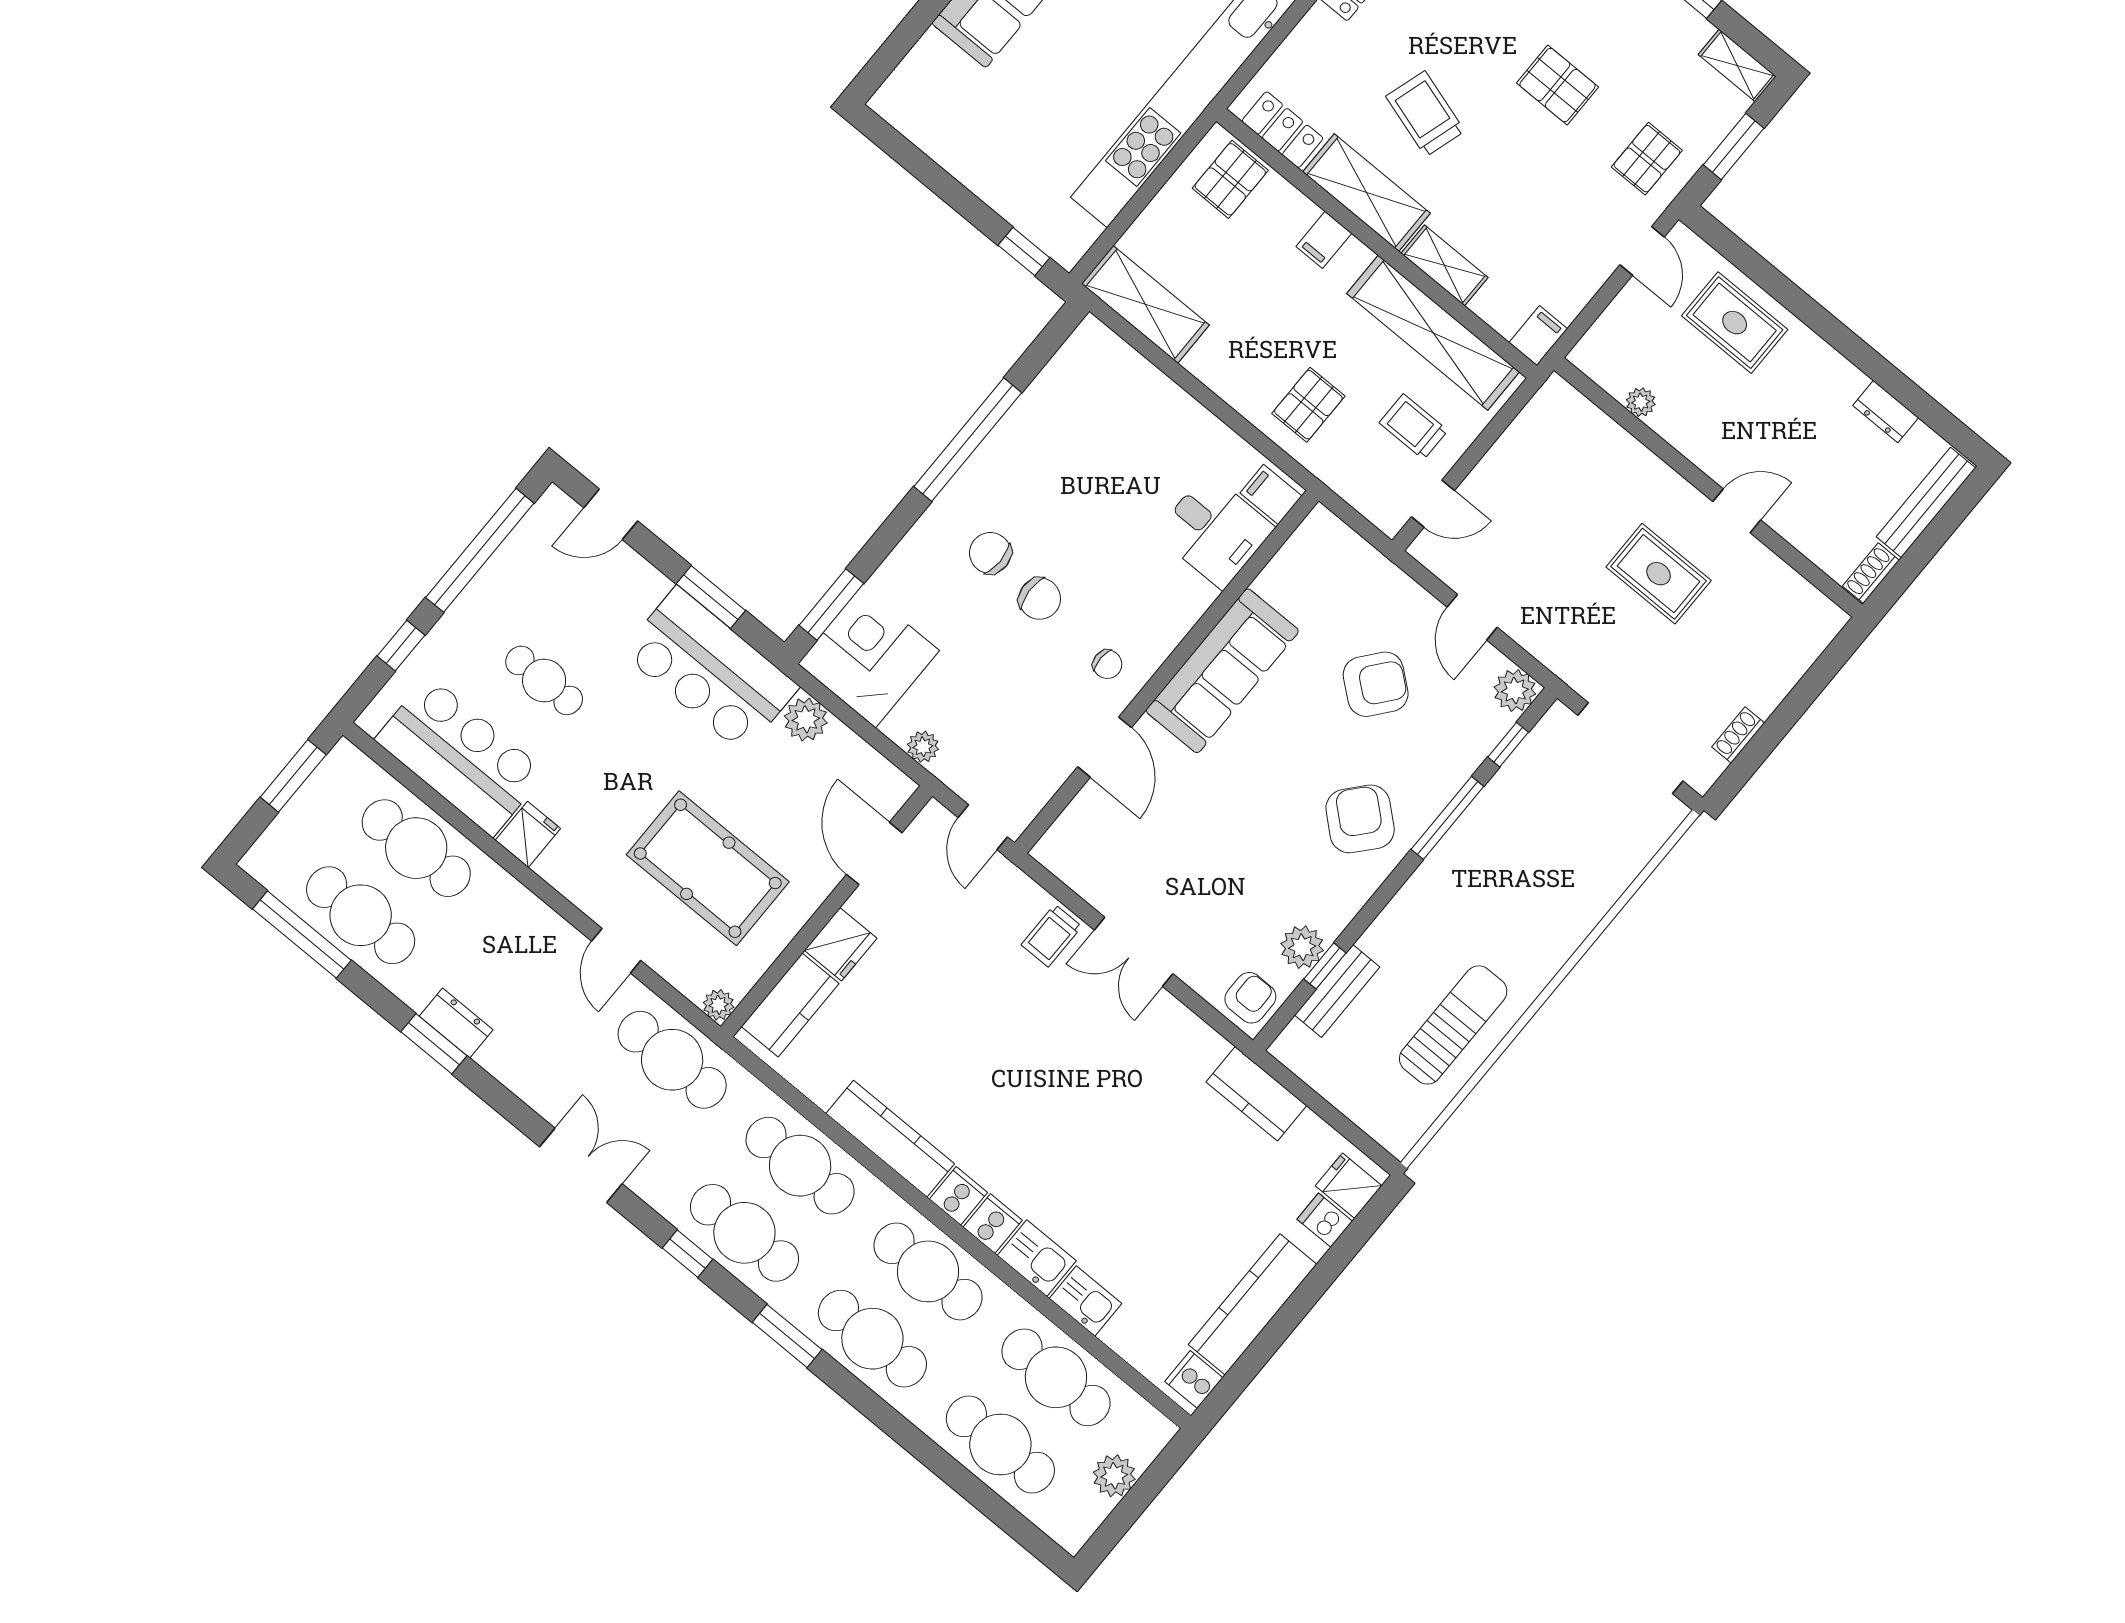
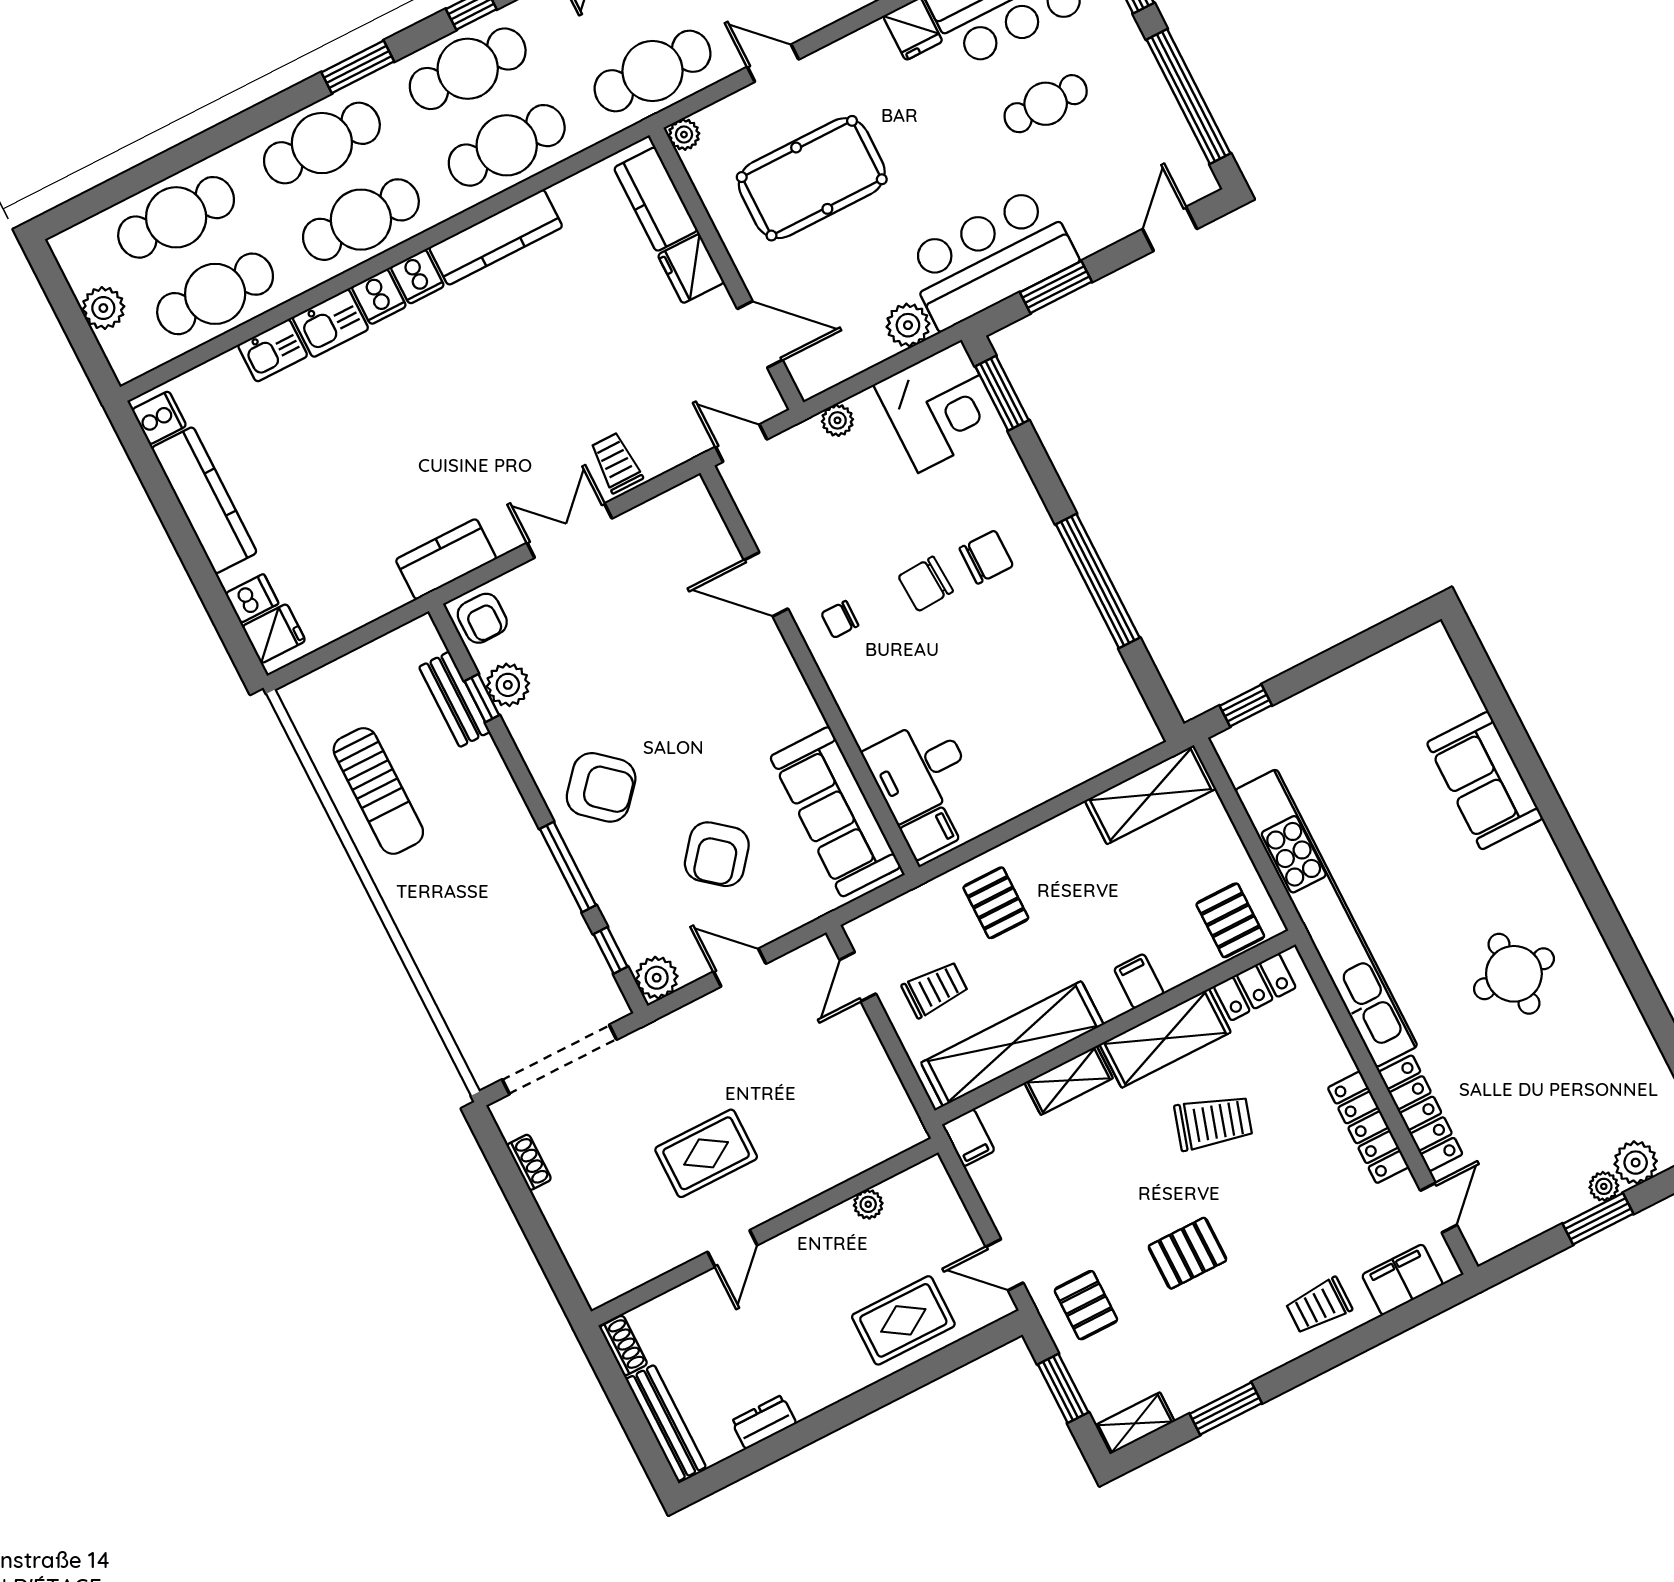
sofa: (1222, 671) -> (835, 812), moved
kitchen counter: (1256, 1094) -> (446, 559), moved

